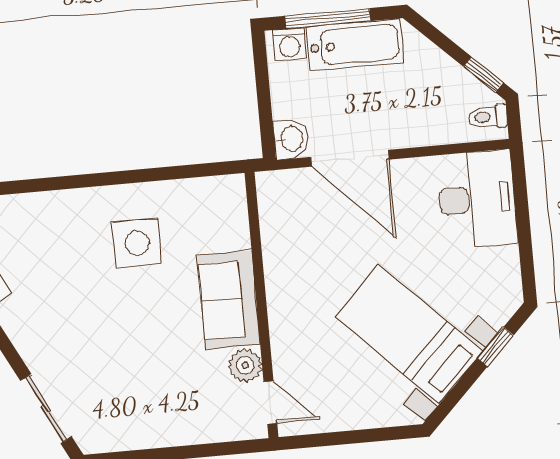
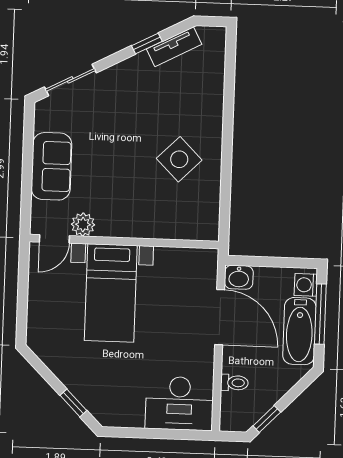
toilet: (488, 117) -> (234, 383), moved, turned 90
door: (350, 158) -> (220, 317), swing flipped
side table: (137, 243) -> (179, 159), turned 45
sofa: (229, 300) -> (51, 166), moved, turned 90
bed with nightstands: (409, 334) -> (111, 293), moved, turned 135

